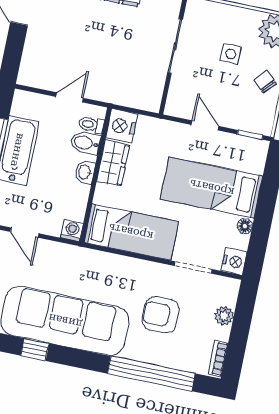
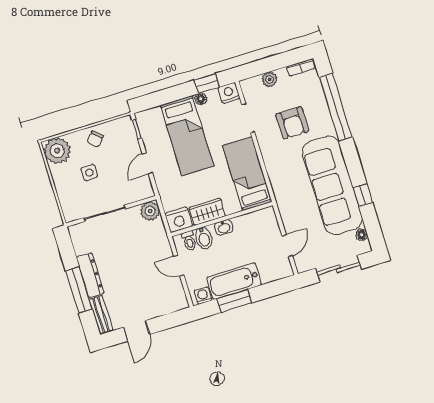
plant: (149, 99) -> (150, 211), added
washing machine: (72, 231) -> (203, 296), moved, turned 90
window: (258, 242) -> (207, 84), added

